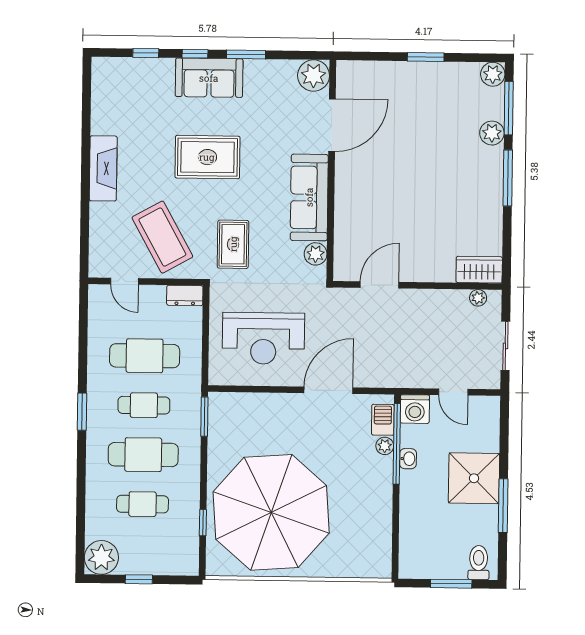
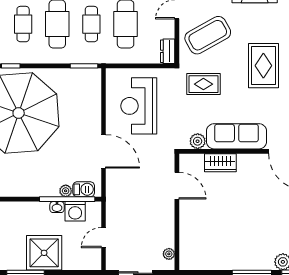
wardrobe: (479, 270) -> (220, 163), moved, turned 90
washing machine: (415, 409) -> (75, 211), moved, turned -90

